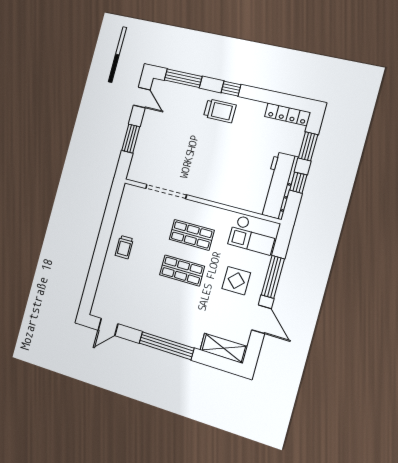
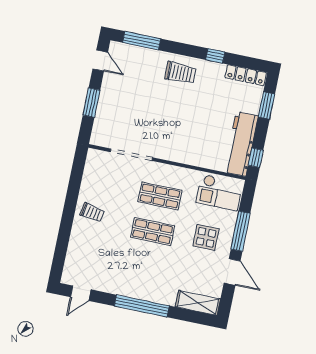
window: (231, 89) -> (215, 56), moved
window: (298, 183) -> (256, 158), moved
trolley: (124, 247) -> (92, 212), turned -80

